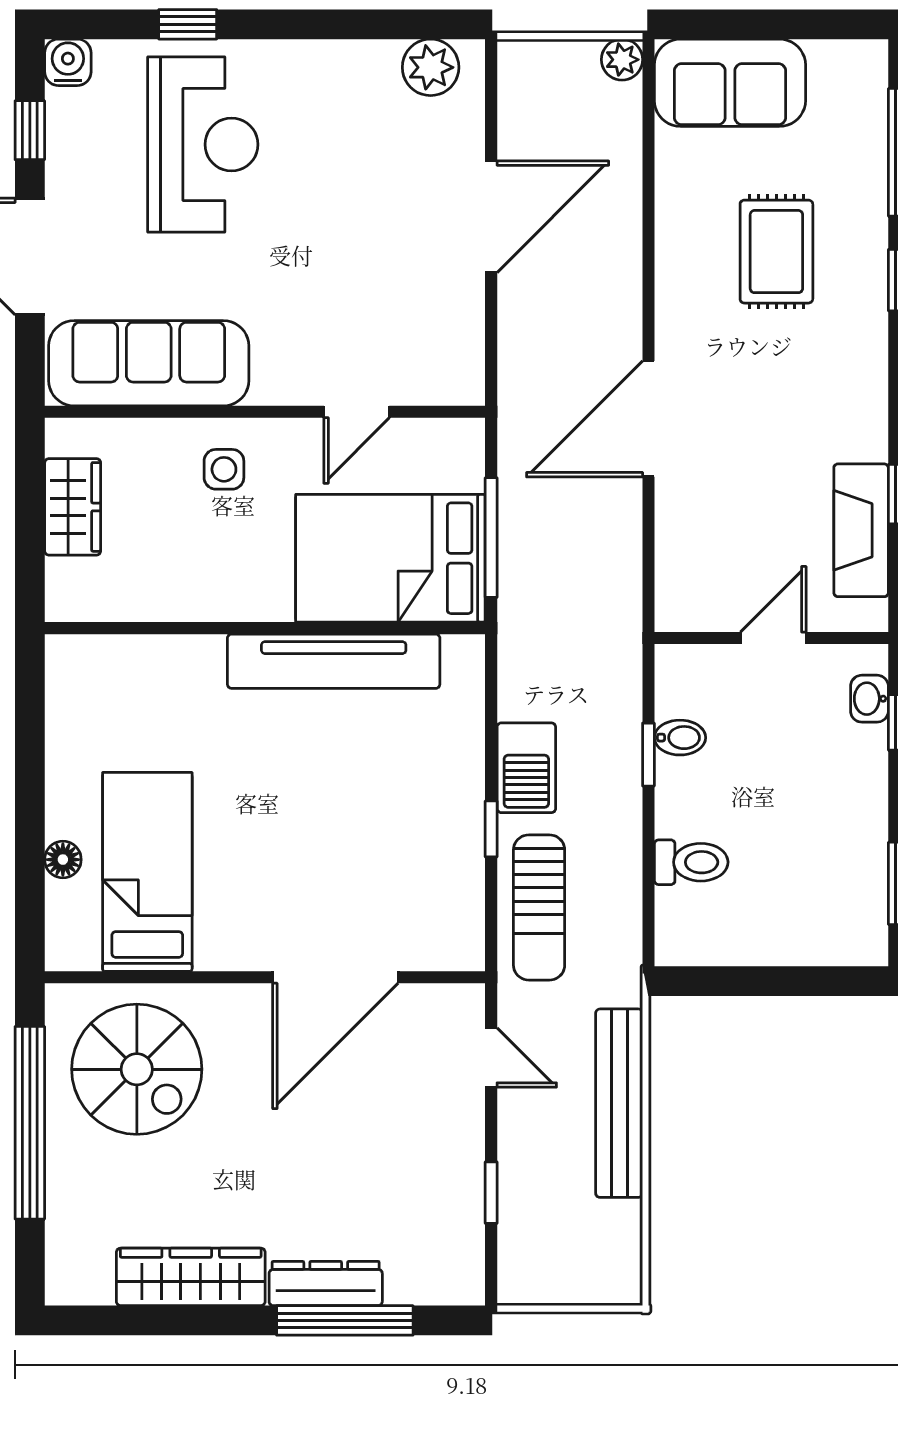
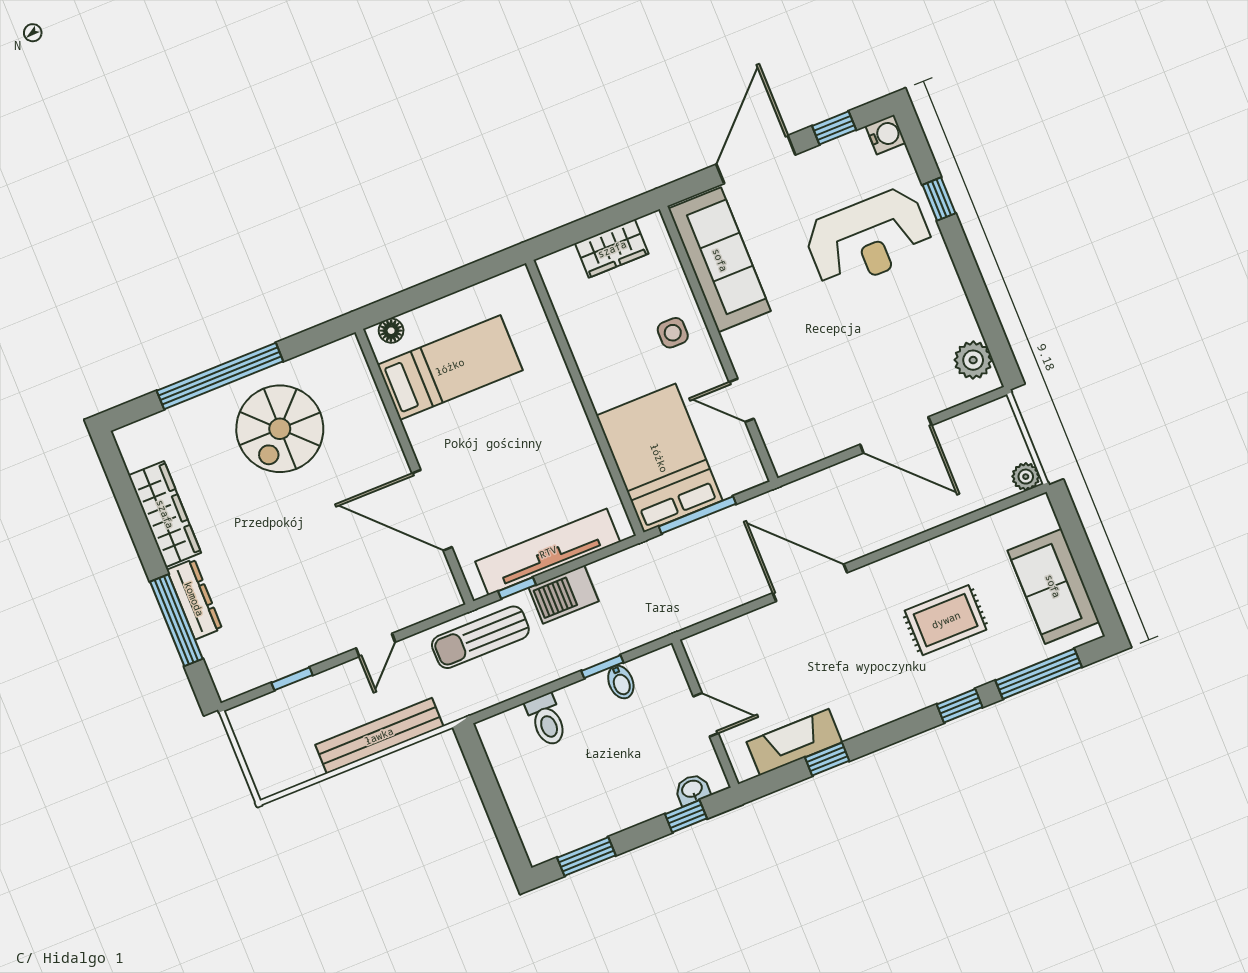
sofa: (730, 83) -> (1053, 586), moved
tv unit: (334, 661) -> (548, 552), moved, turned 90
bed: (147, 872) -> (450, 367), moved
wall: (265, 977) -> (414, 467), moved
door: (335, 977) -> (432, 510), moved

